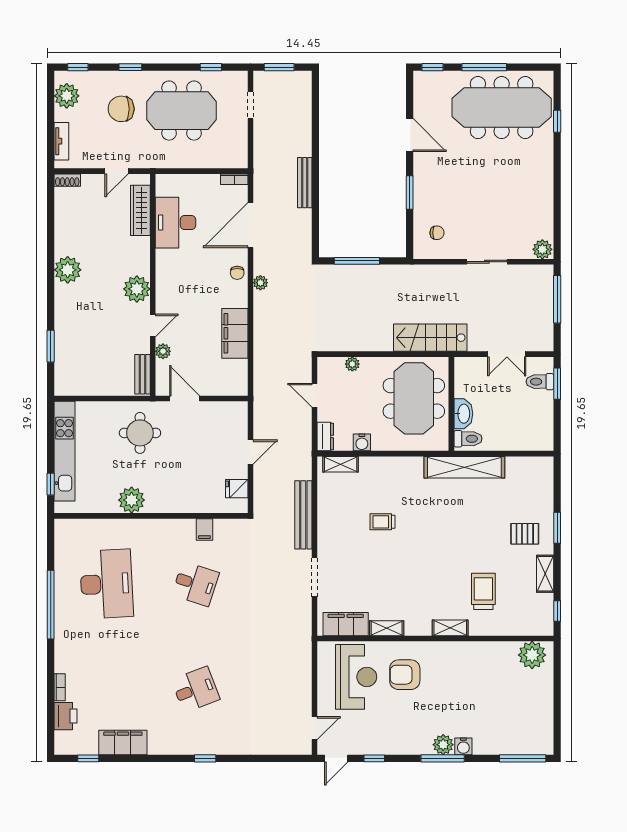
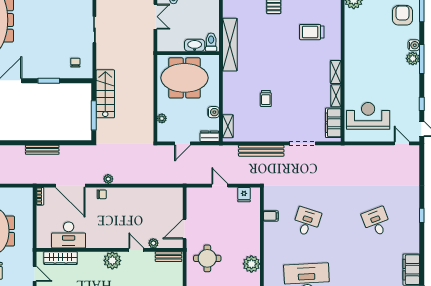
filing cabinet: (235, 333) -> (142, 196), removed
stairs: (430, 338) -> (105, 94), moved, turned 180
shelving: (450, 628) -> (336, 72), moved
armchair: (405, 675) -> (402, 15), moved, turned 180

